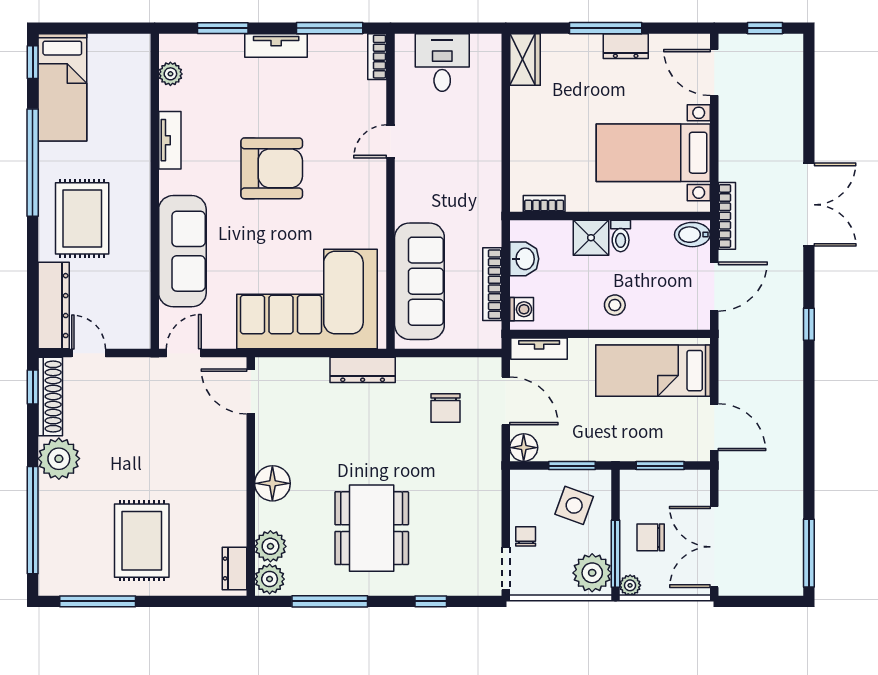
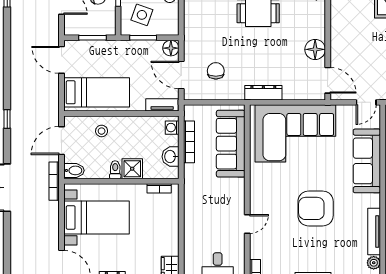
tv unit: (170, 140) -> (374, 231), width x1.41
stool: (615, 305) -> (102, 131), moved
floor lamp: (272, 483) -> (315, 49), moved

